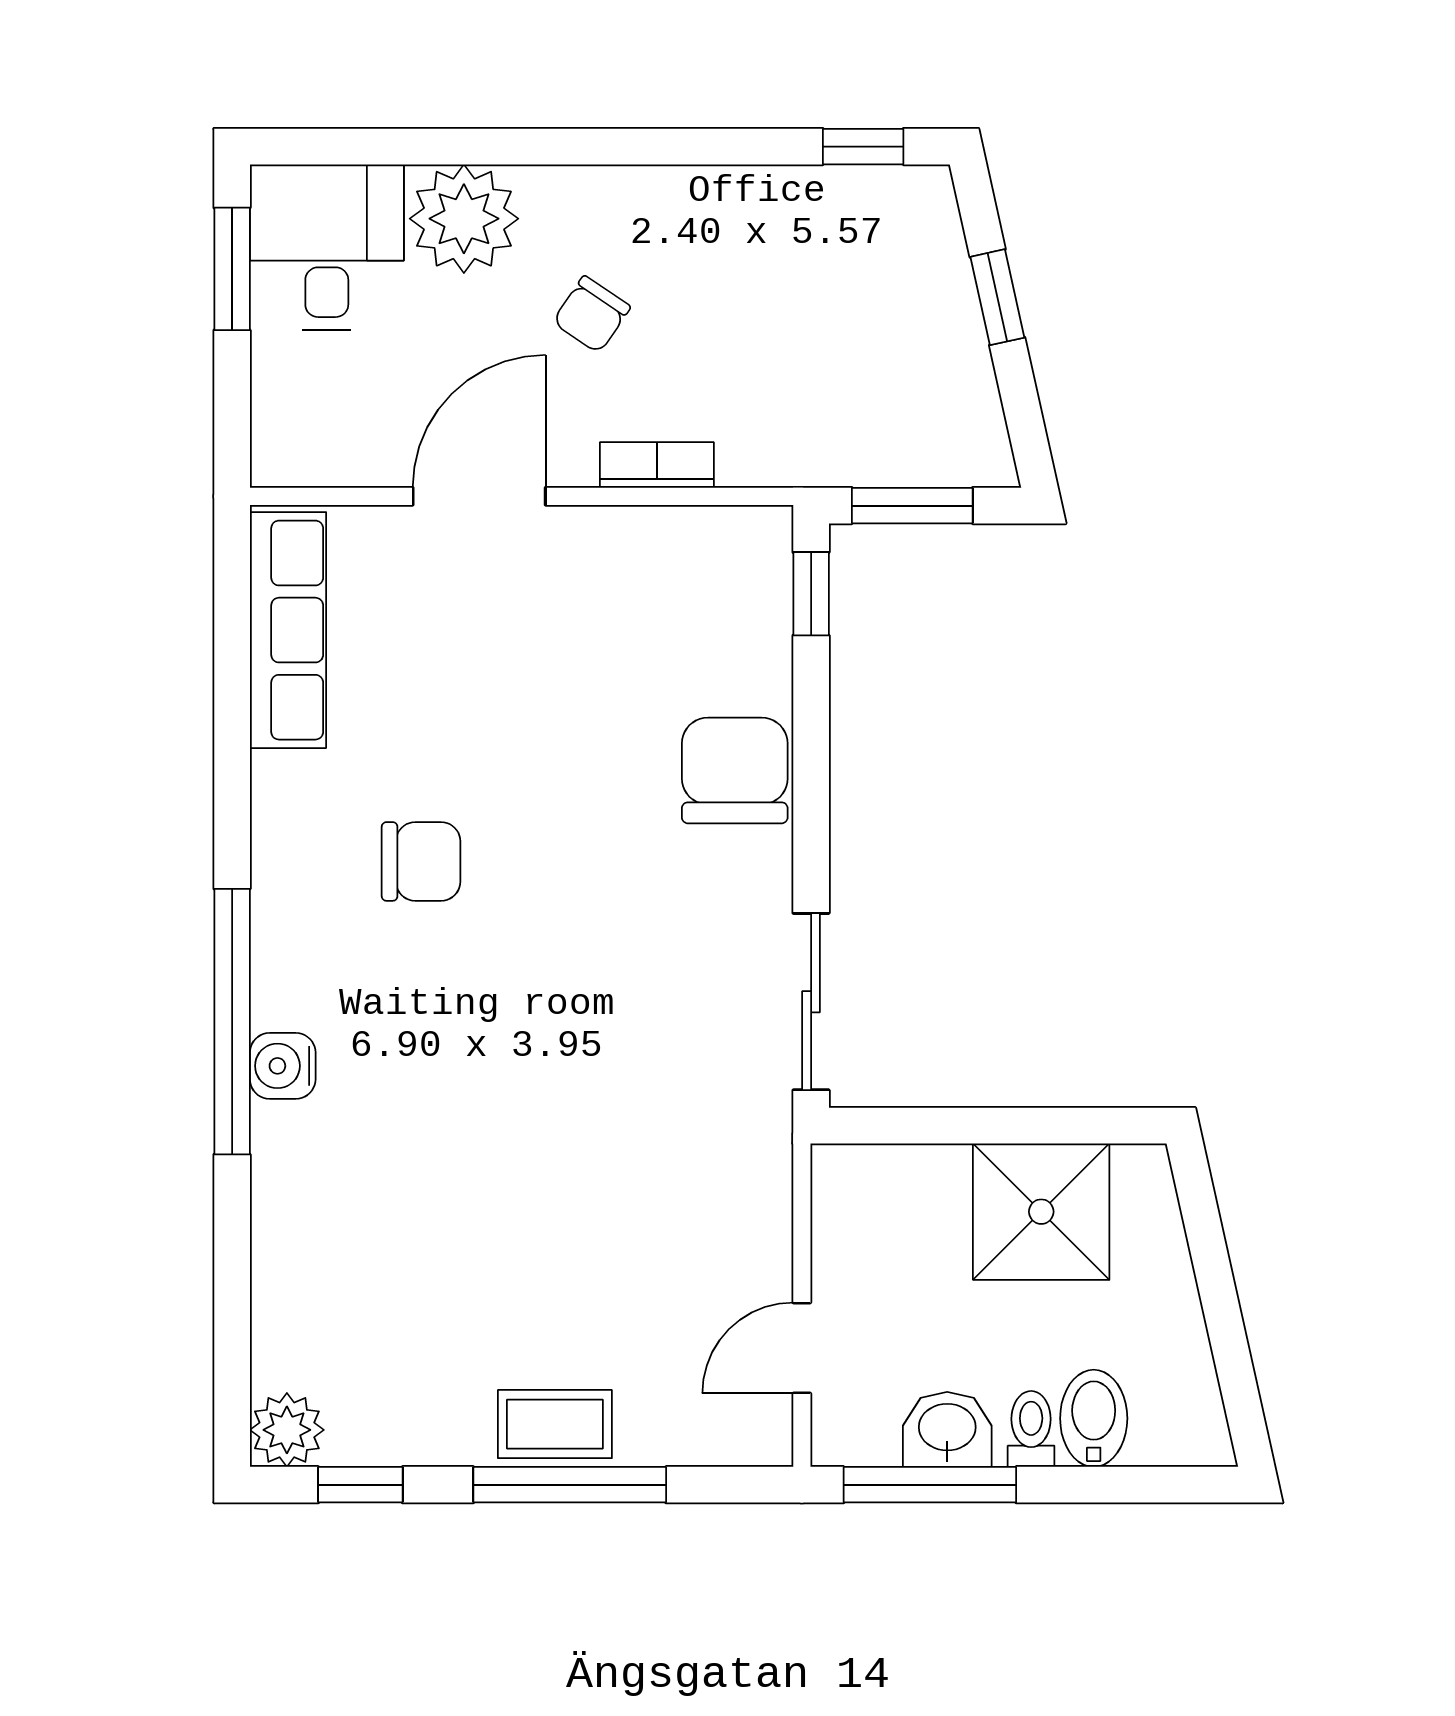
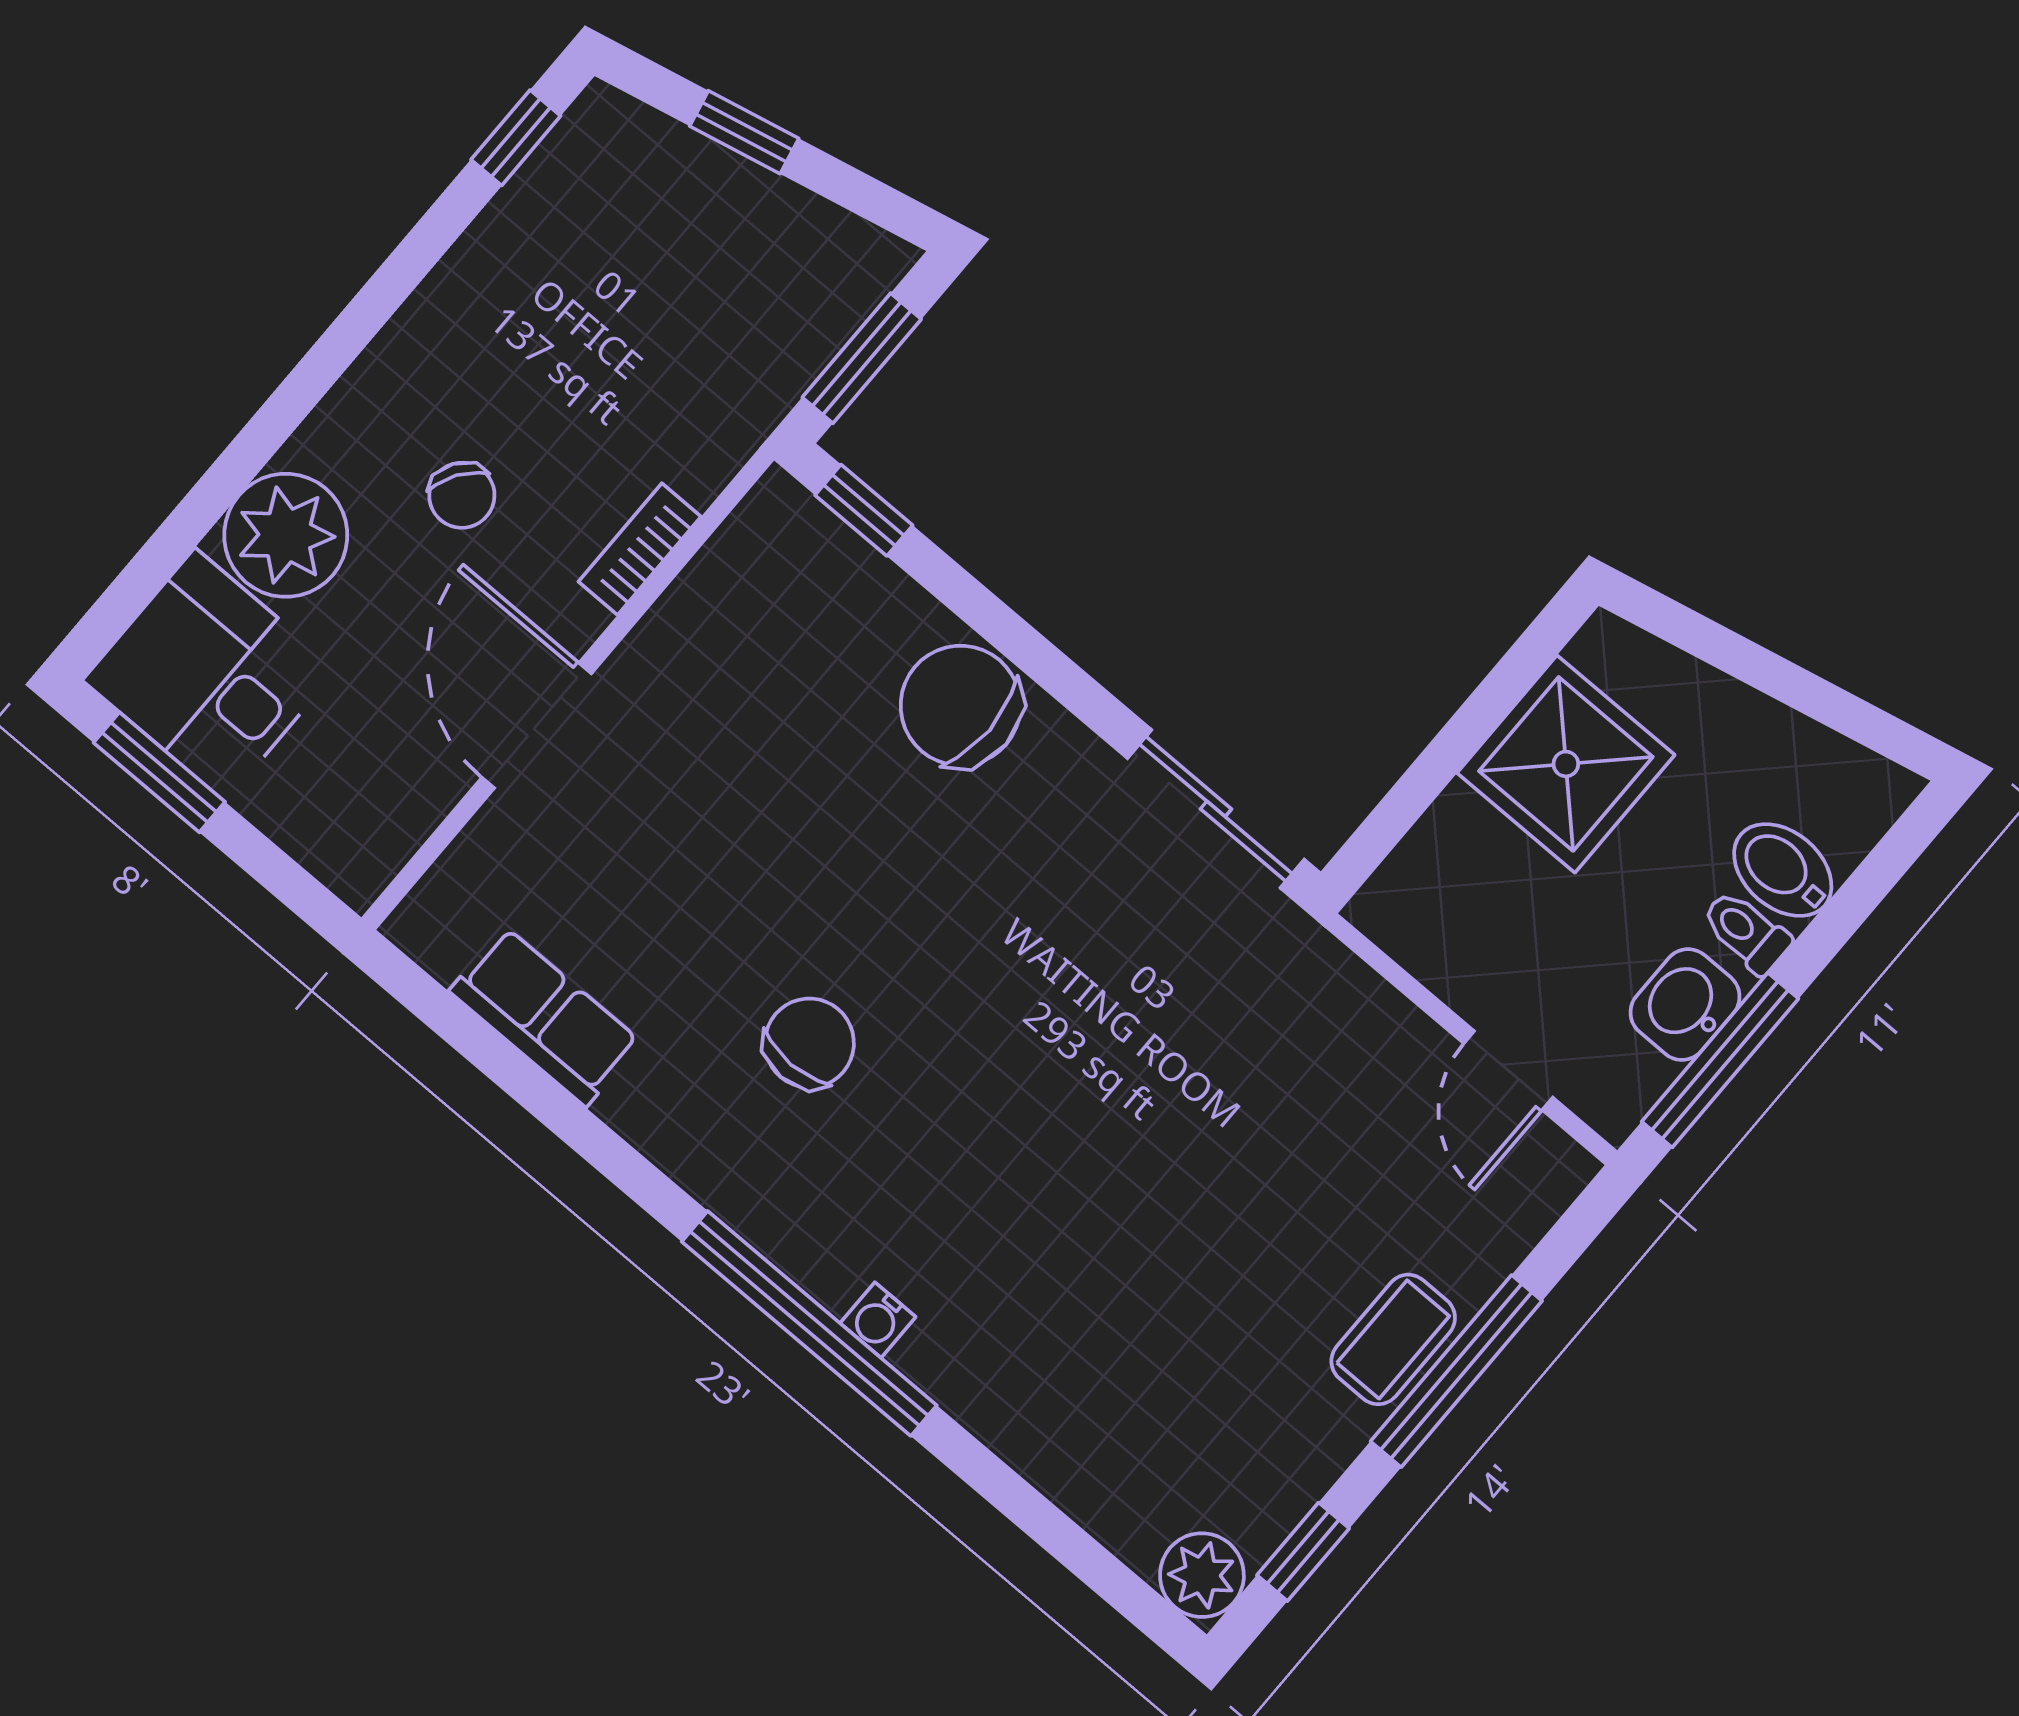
row of seats: (288, 630) -> (545, 1016), width x0.68
water cooler: (283, 1066) -> (878, 1320), width x0.72, depth x0.72

